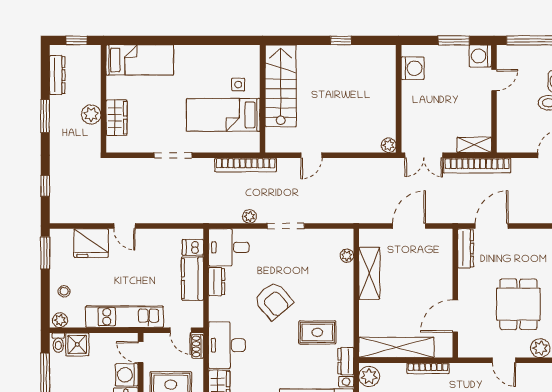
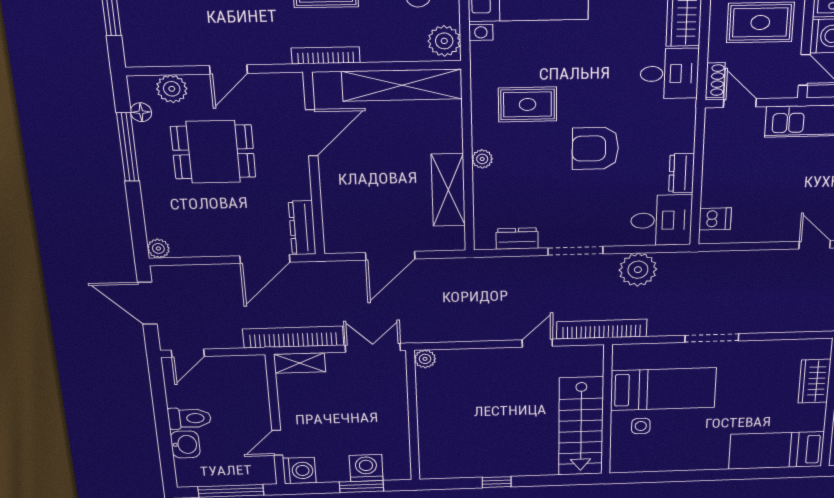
window: (454, 40) -> (361, 487), moved
washing machine: (413, 68) -> (366, 468), moved, turned 90
doorway: (173, 155) -> (712, 338), moved
bookcase: (246, 165) -> (602, 329), moved
plant: (249, 216) -> (638, 270), width x1.87, depth x1.87
plant: (347, 256) -> (482, 159), moved
kitchen counter: (192, 279) -> (718, 176), removed
armchair: (274, 301) -> (595, 148), turned -50
dining table: (518, 304) -> (213, 152), turned 90
desk: (227, 345) -> (669, 74), width x0.73
door: (504, 360) -> (228, 69), swing flipped
dresser: (346, 361) -> (517, 239), moved, turned -90
bookcase: (428, 368) -> (326, 55), moved

